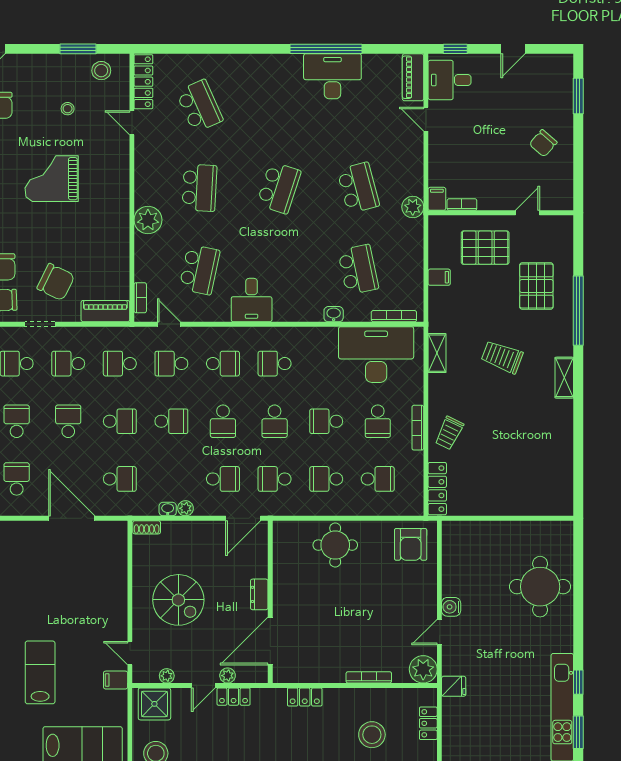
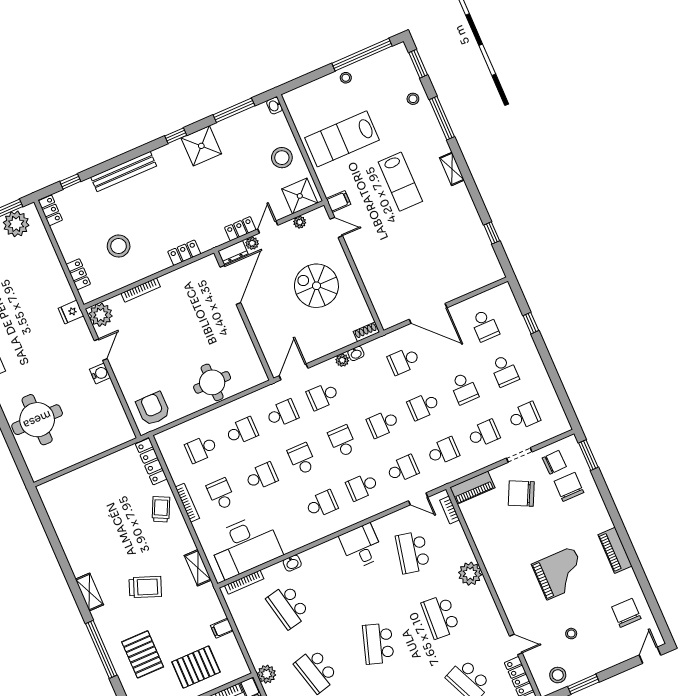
dresser: (259, 594) -> (233, 252), moved, turned 90

